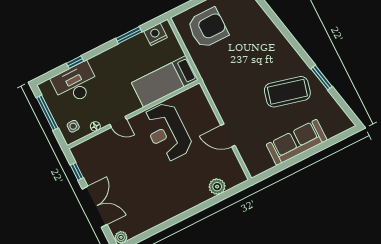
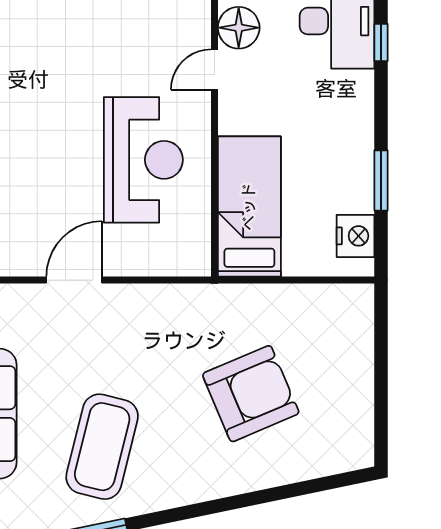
armchair: (208, 28) -> (251, 394), moved, turned -113
floor lamp: (95, 126) -> (239, 28), width x1.89, depth x1.89
reception desk: (167, 132) -> (143, 160), turned 90

